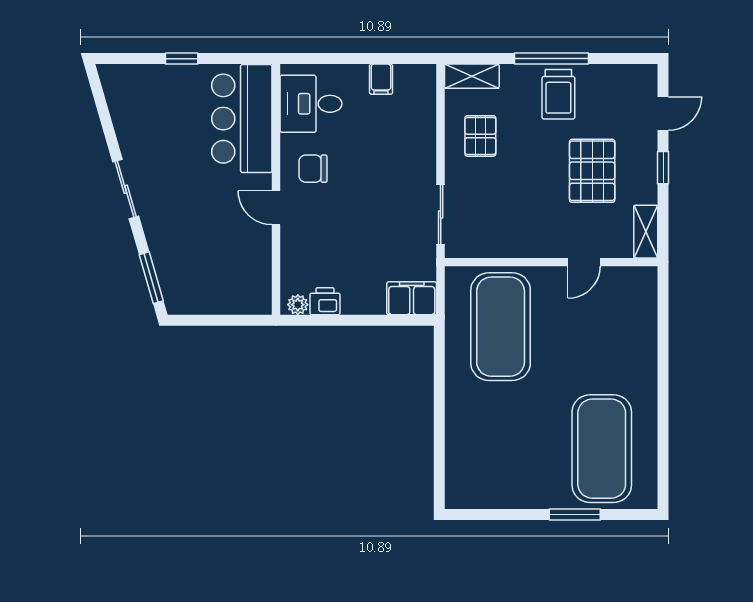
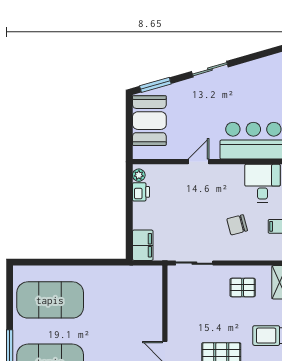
chair: (313, 169) -> (237, 225), moved, turned -105
booth: (209, 288) -> (149, 121), added
exercise mat: (501, 327) -> (50, 300), moved

